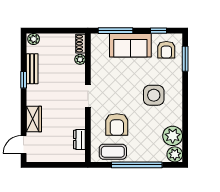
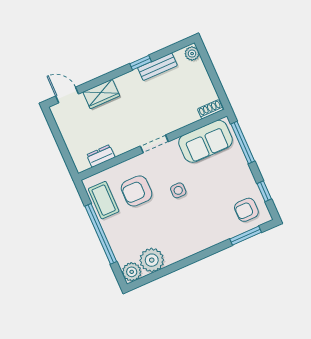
sofa: (130, 45) -> (205, 141), moved, turned -90
plant: (80, 59) -> (192, 117), removed
side table: (154, 95) -> (178, 190), moved, width x0.54, depth x0.54

